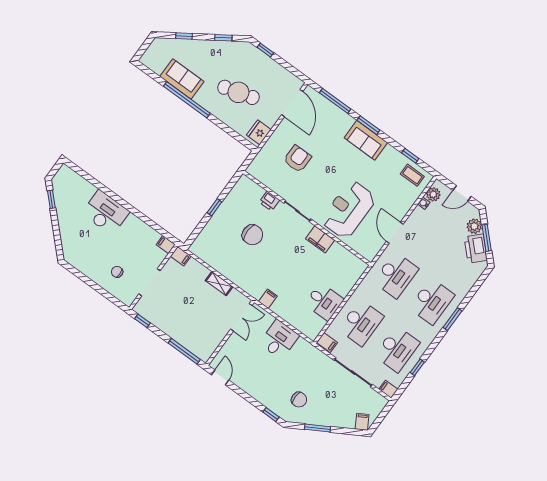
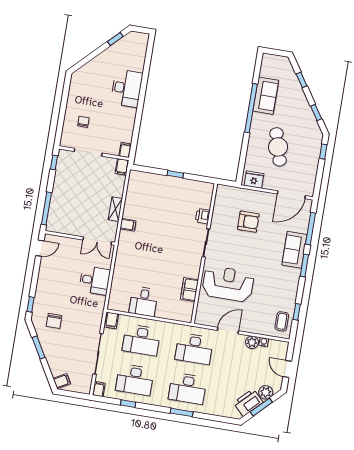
sofa: (366, 140) -> (294, 250), moved
plant: (433, 194) -> (252, 342), moved
chair: (252, 235) -> (168, 216), removed
filing cabinet: (320, 239) -> (189, 290), moved
filing cabinet: (268, 299) -> (128, 225), moved

